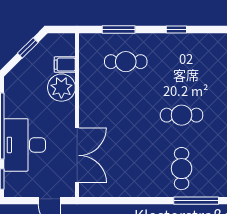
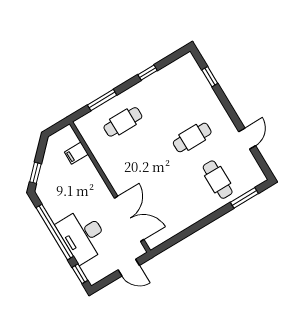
window: (28, 48) -> (35, 173), moved
plant: (61, 88) -> (85, 173), removed
window: (196, 201) -> (244, 198), width x0.69

